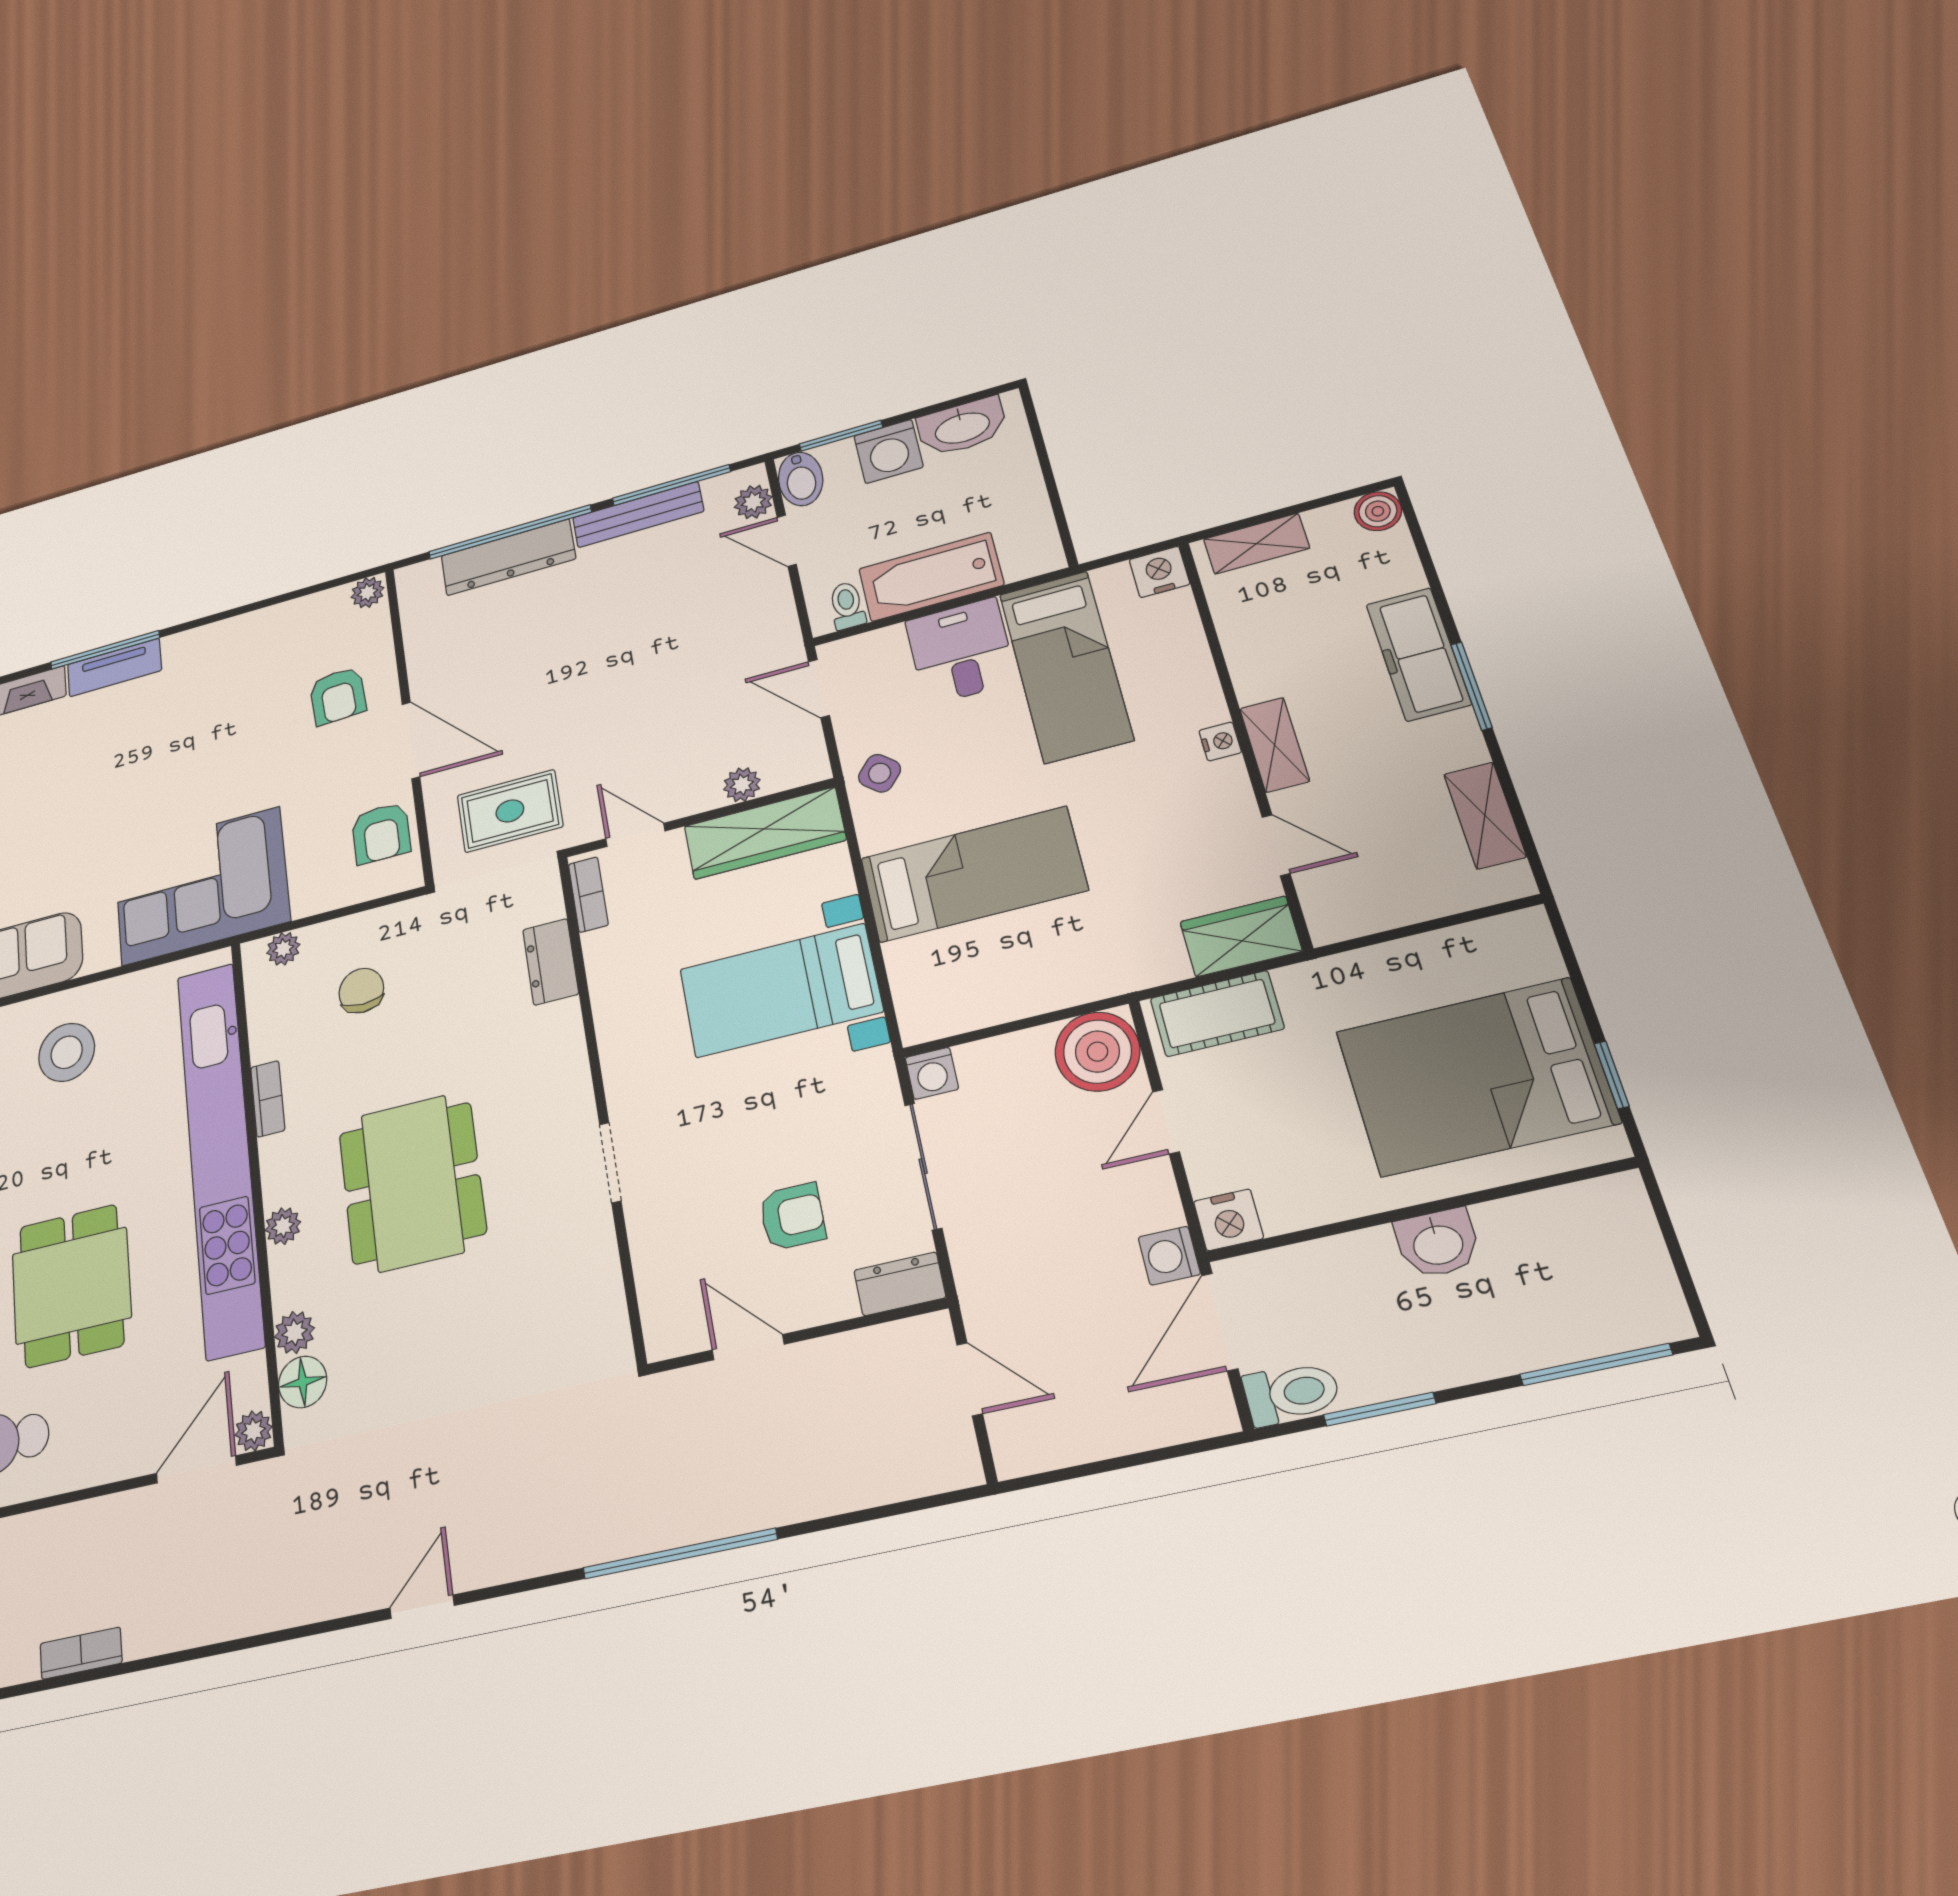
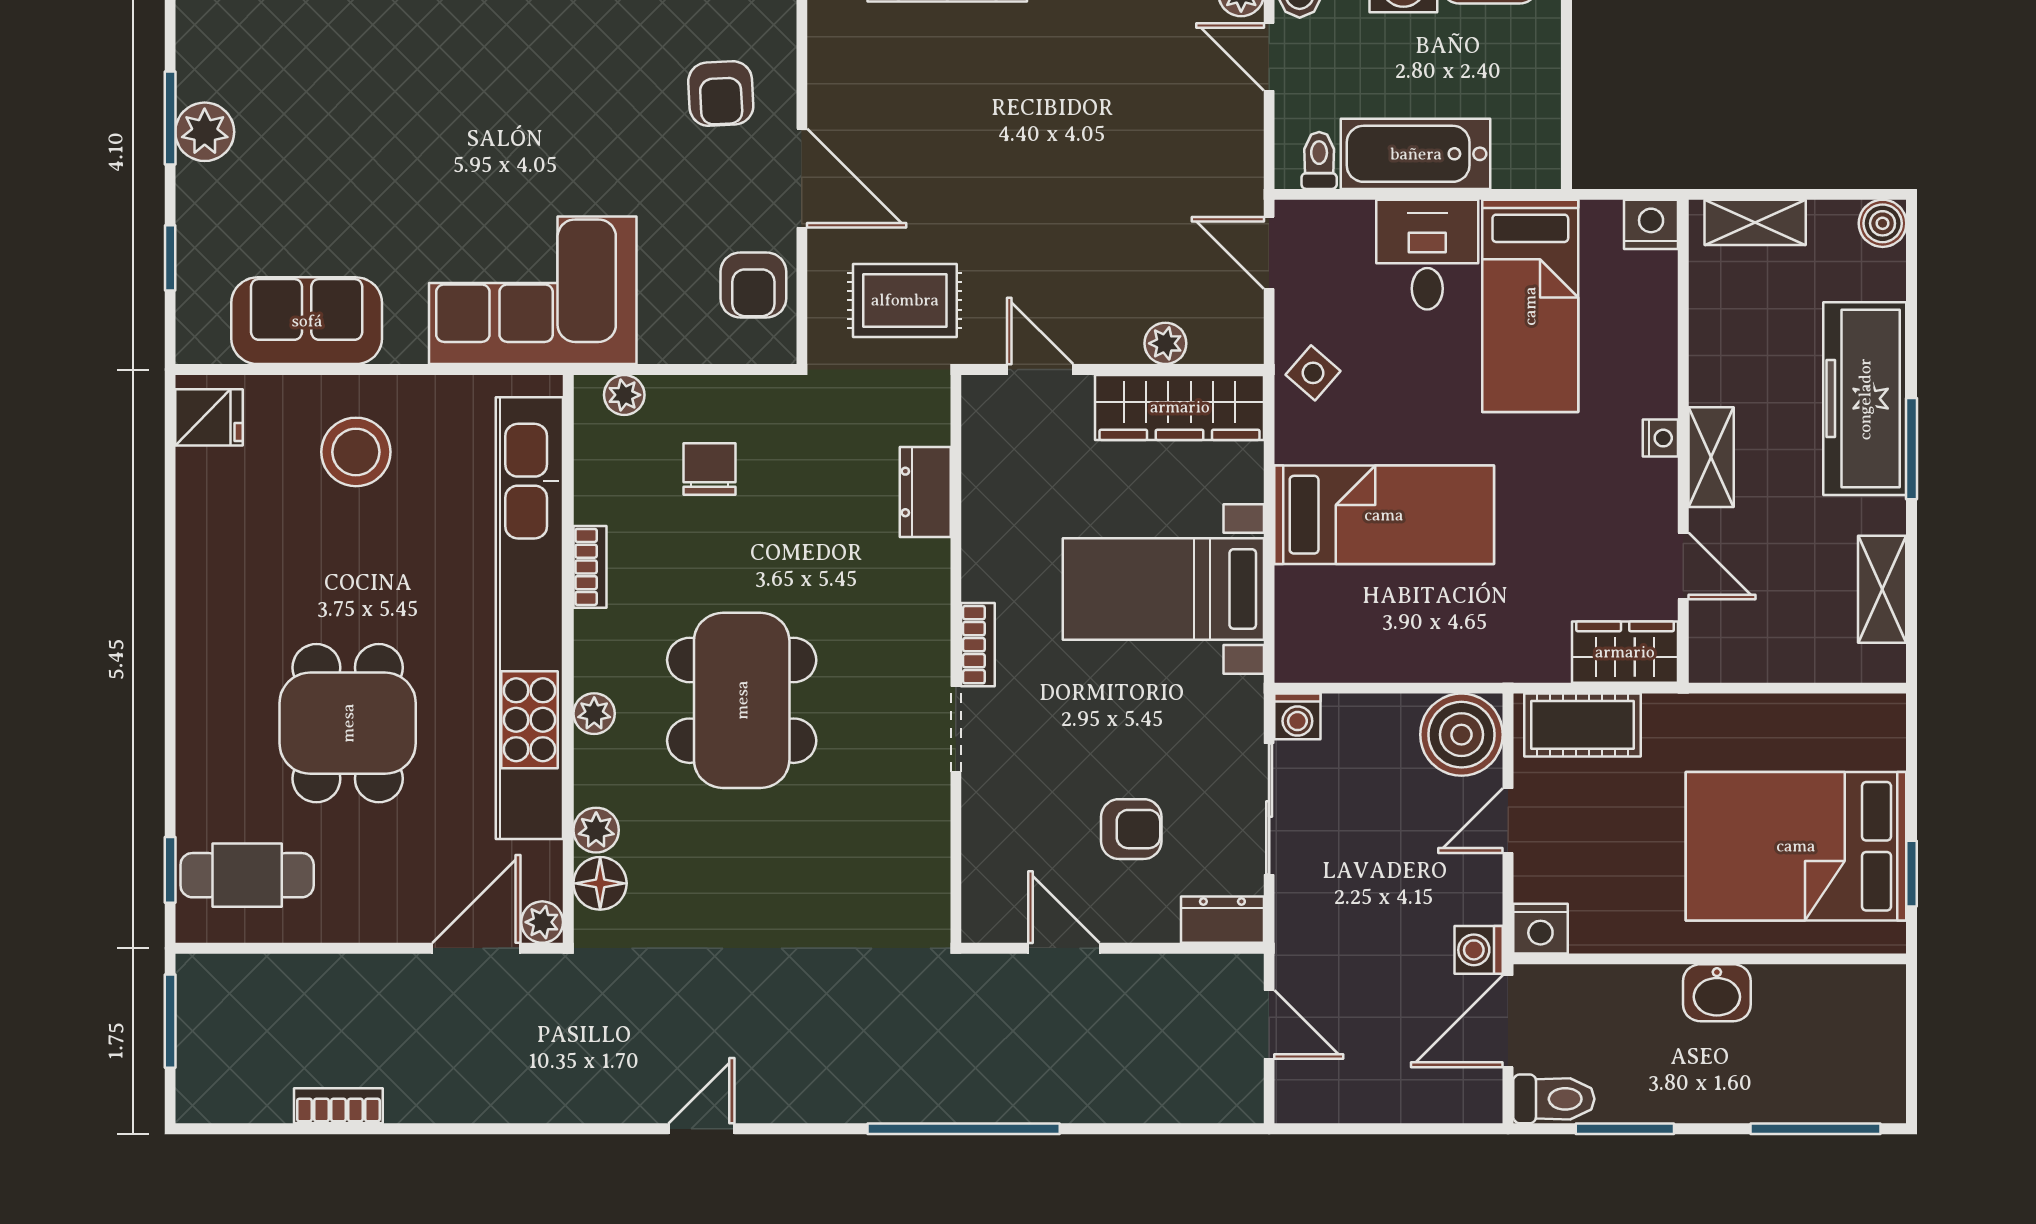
freezer: (1418, 654) -> (1865, 399), width x1.36, depth x1.26
bookcase: (588, 895) -> (978, 645), moved

